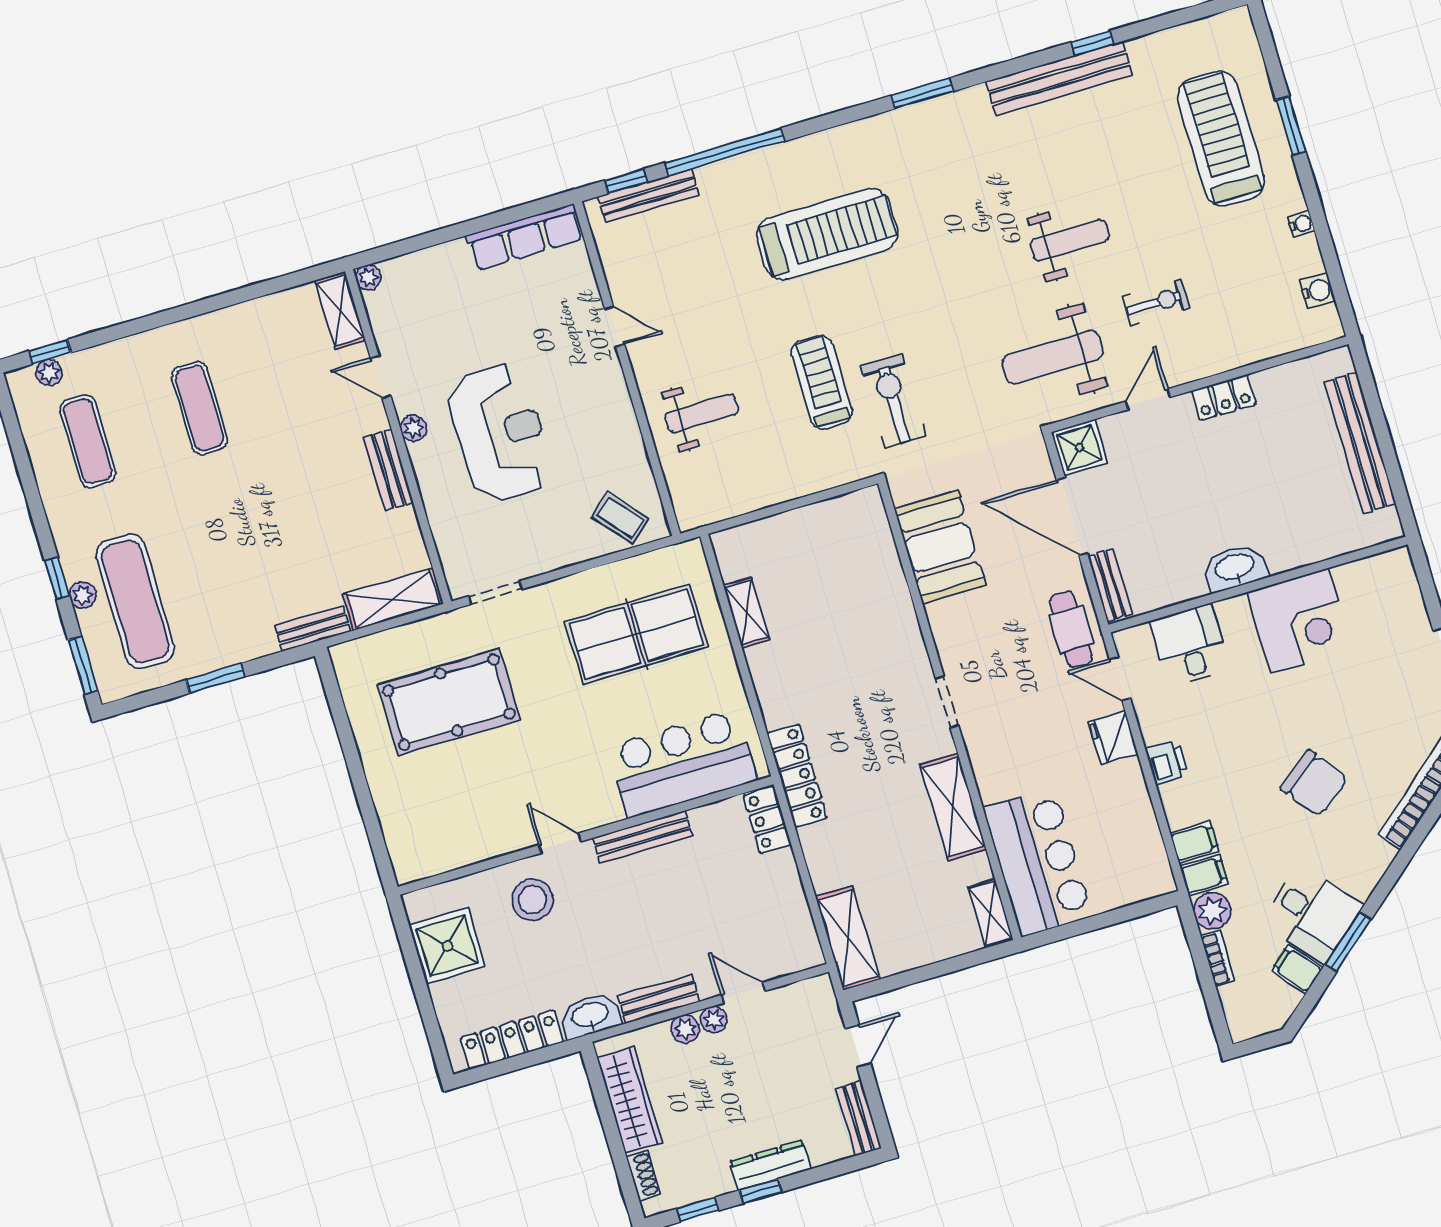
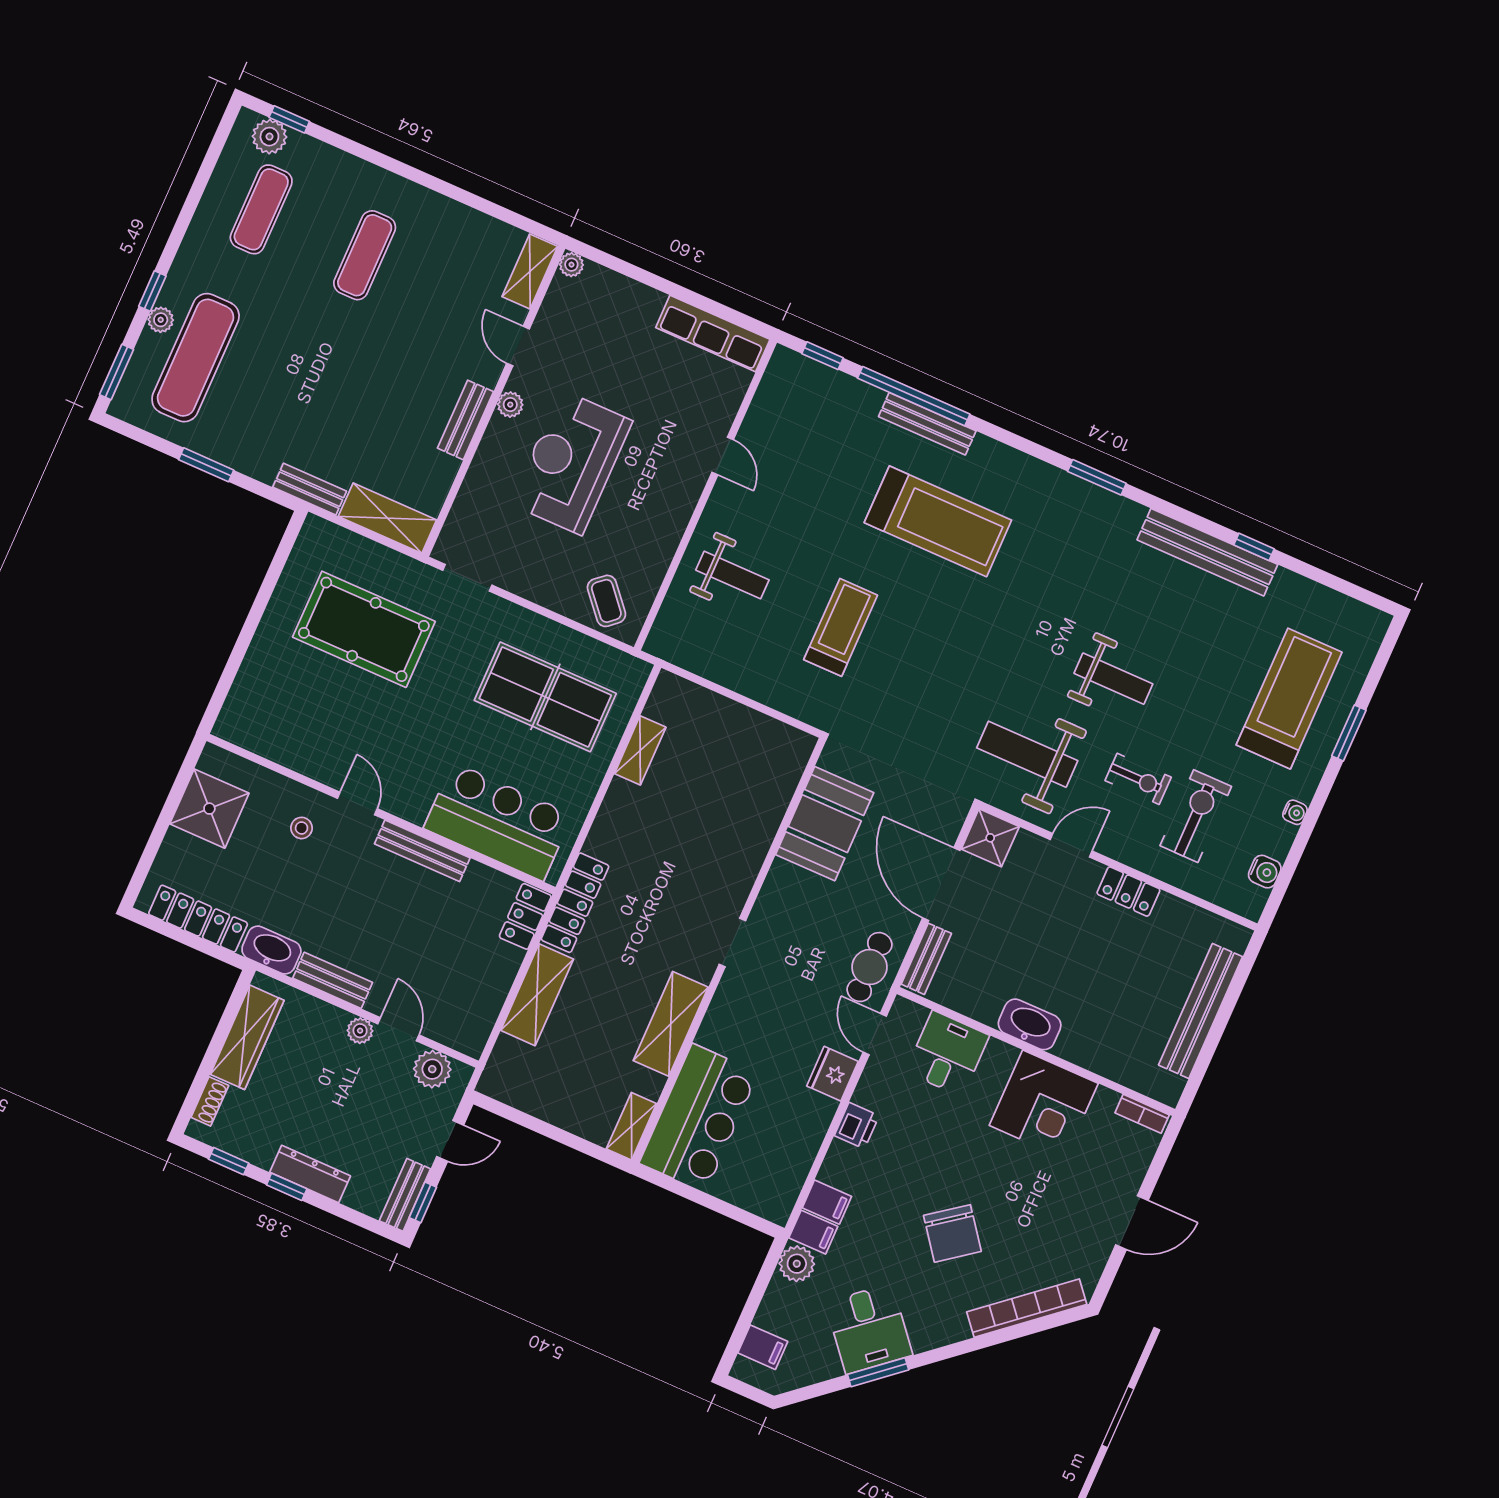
bench: (649, 196) -> (927, 424), moved
plant: (49, 373) -> (269, 137), width x1.38, depth x1.38
exercise bike: (893, 401) -> (1196, 816), moved
reception desk: (500, 433) -> (571, 462), turned 180
stool: (533, 900) -> (302, 828), width x0.53, depth x0.53
shelving: (848, 938) -> (537, 995), moved
bookcase: (1218, 958) -> (1142, 1114), moved, turned 90
filing cabinet: (1297, 969) -> (763, 1347), moved, turned 130
plant: (685, 1029) -> (432, 1069), moved, width x1.38, depth x1.38
window: (878, 1112) -> (423, 1202), added

